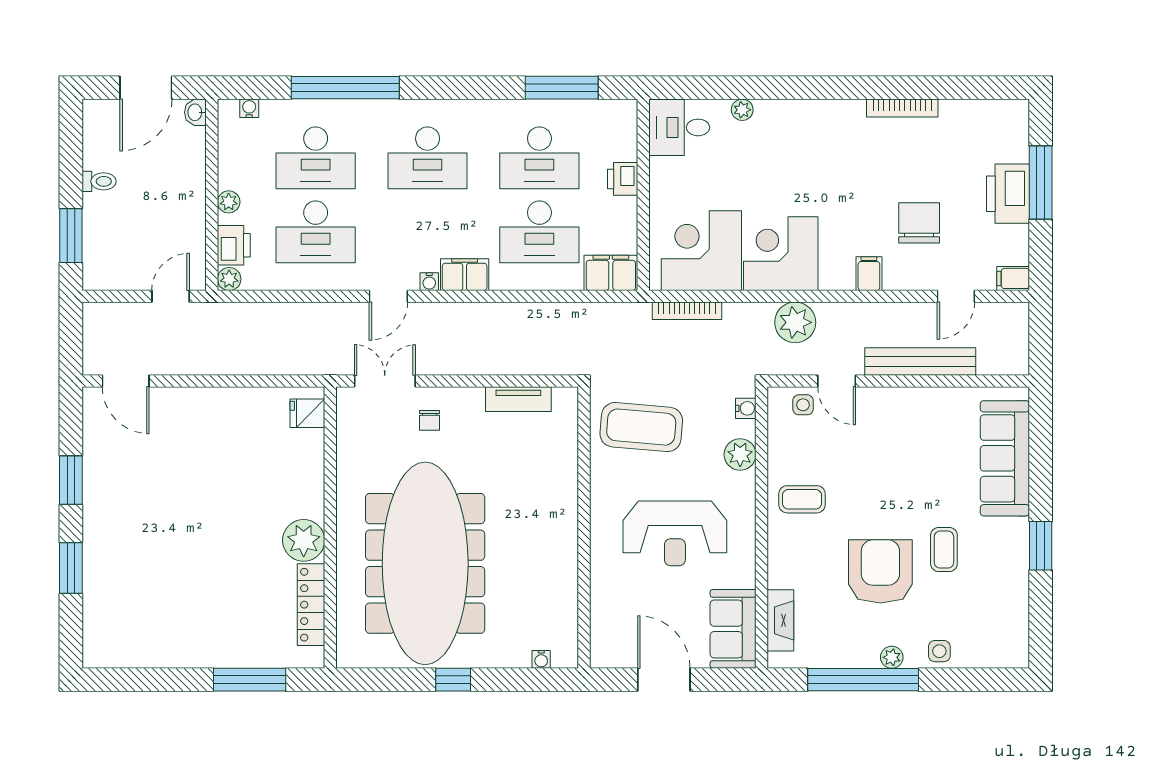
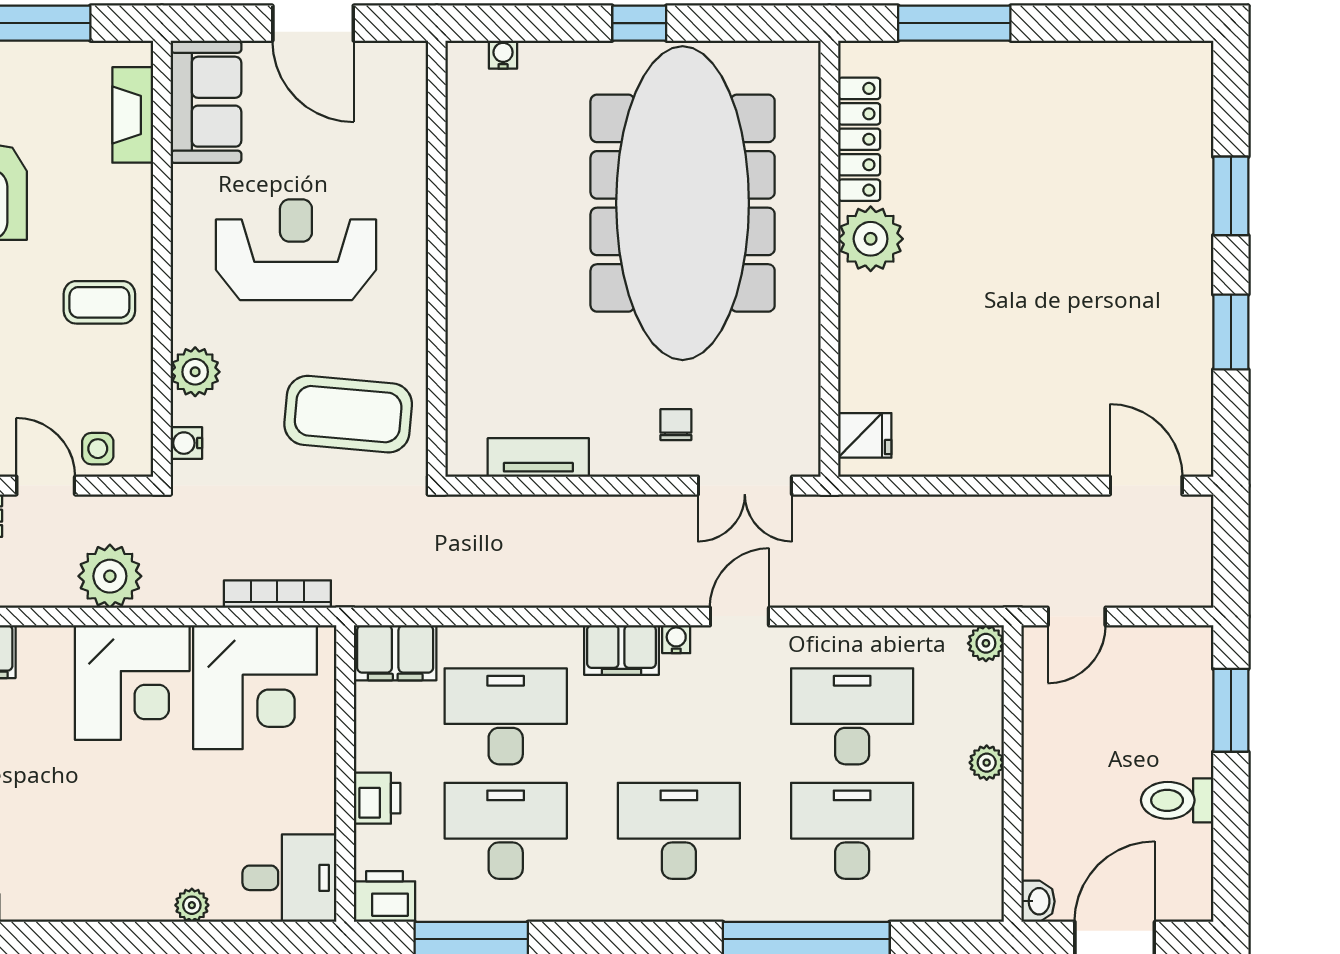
water cooler: (249, 108) -> (955, 907), removed
toilet: (99, 181) -> (1177, 800), width x1.37, depth x1.39
printer: (234, 245) -> (384, 897), moved, turned 90

